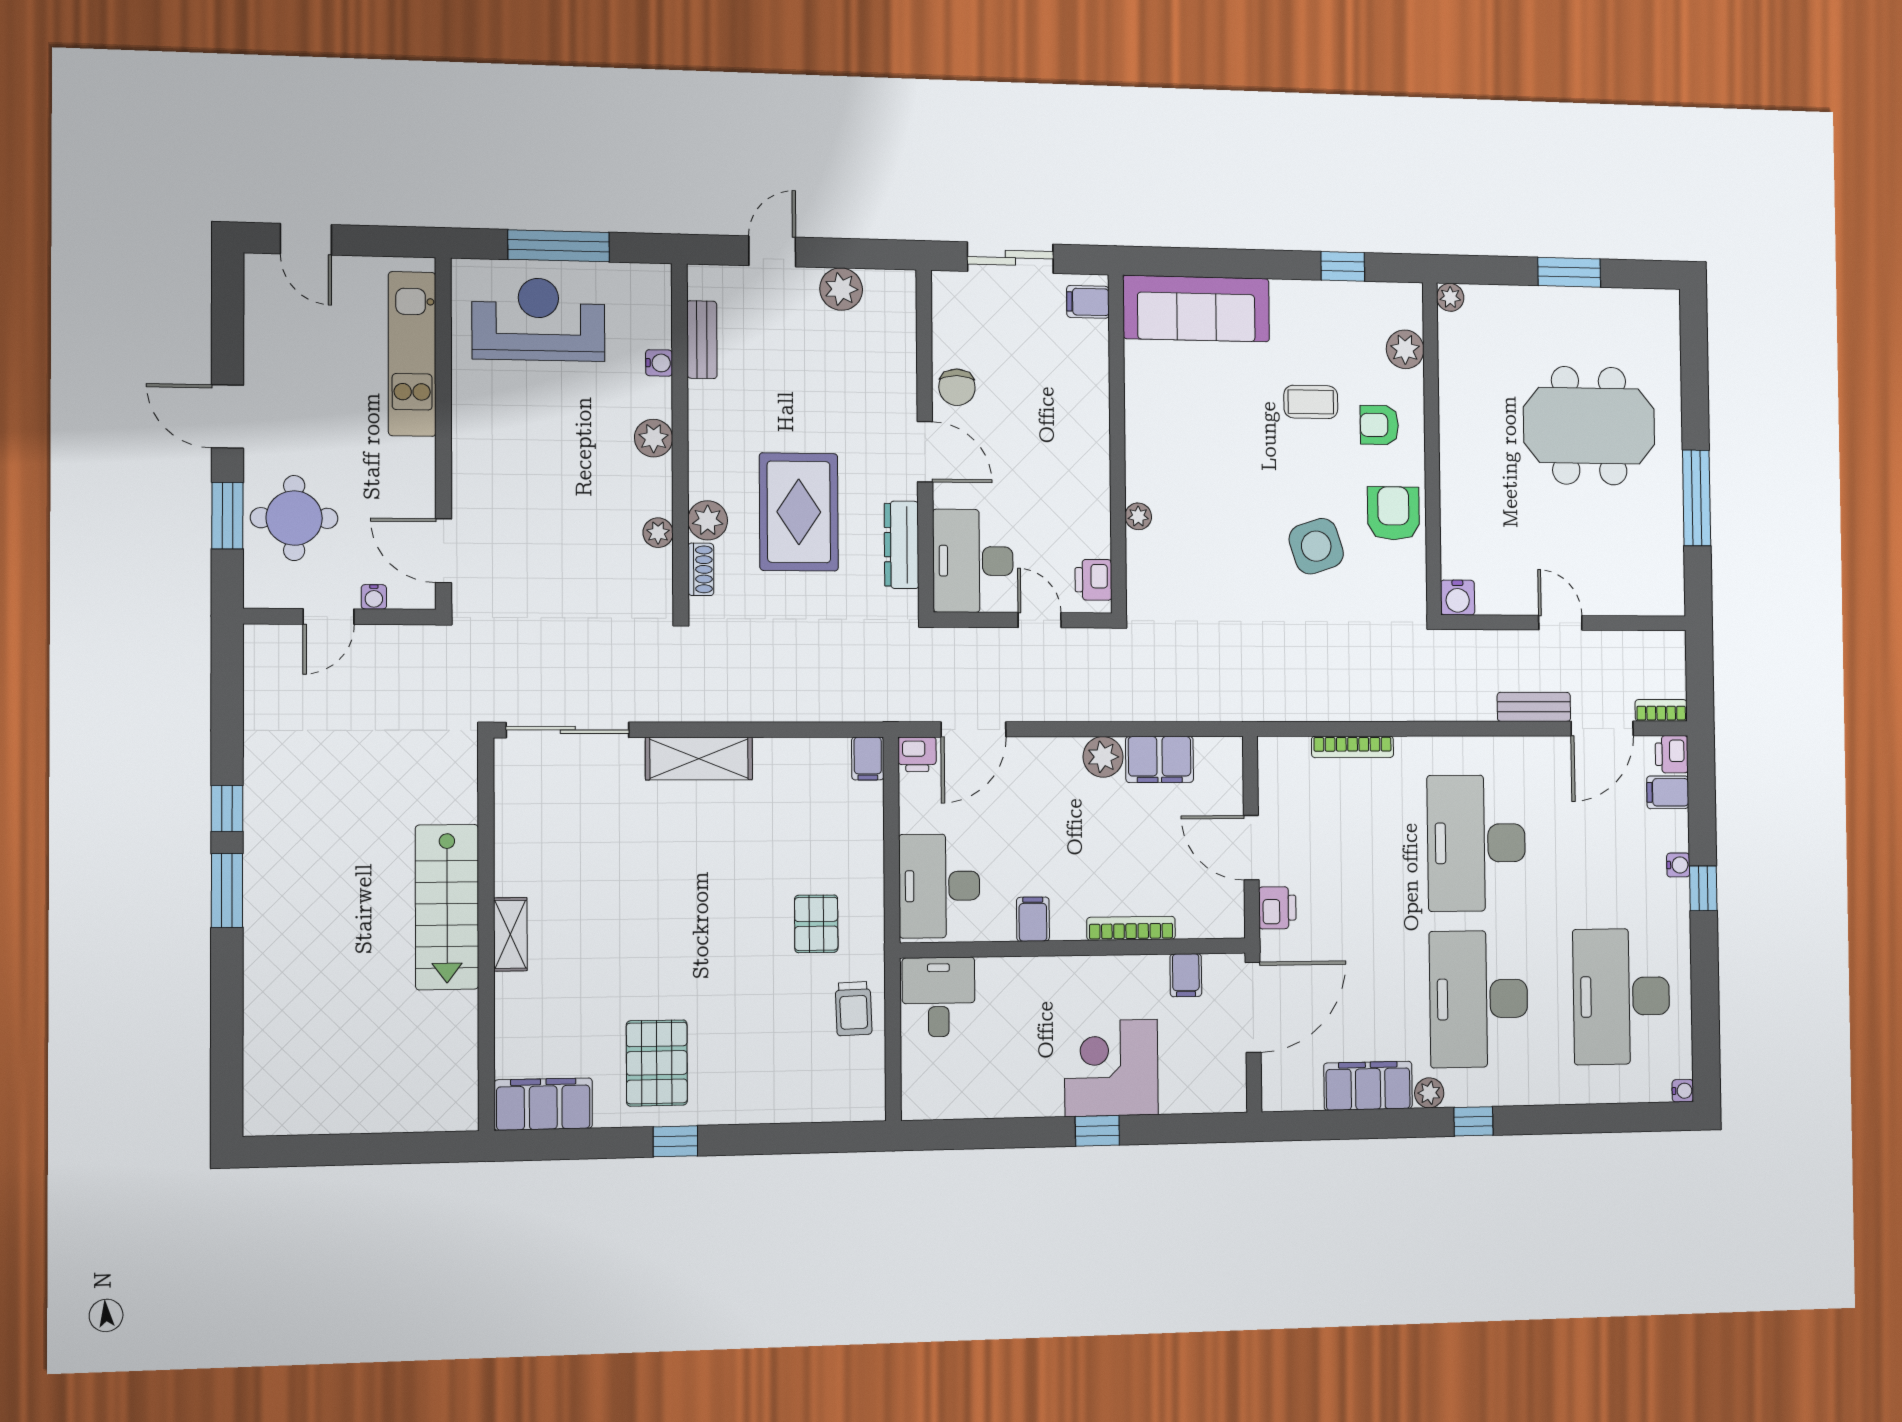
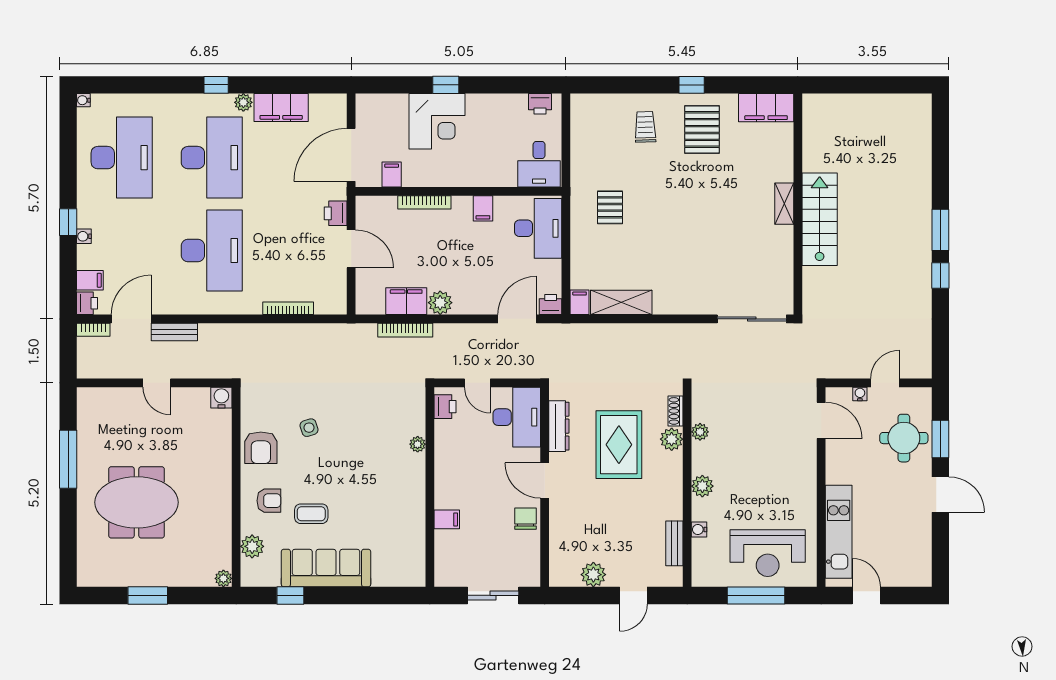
door: (306, 239) -> (866, 595), moved
filing cabinet: (1088, 302) -> (447, 519), moved
sofa: (1196, 309) -> (326, 568), moved
side table: (1316, 546) -> (309, 428), width x0.54, depth x0.54
bookcase: (1161, 710) -> (405, 330), added
shelving: (699, 759) -> (621, 302), moved
trolley: (854, 1009) -> (645, 127), moved
printer: (938, 1102) -> (540, 104), added

